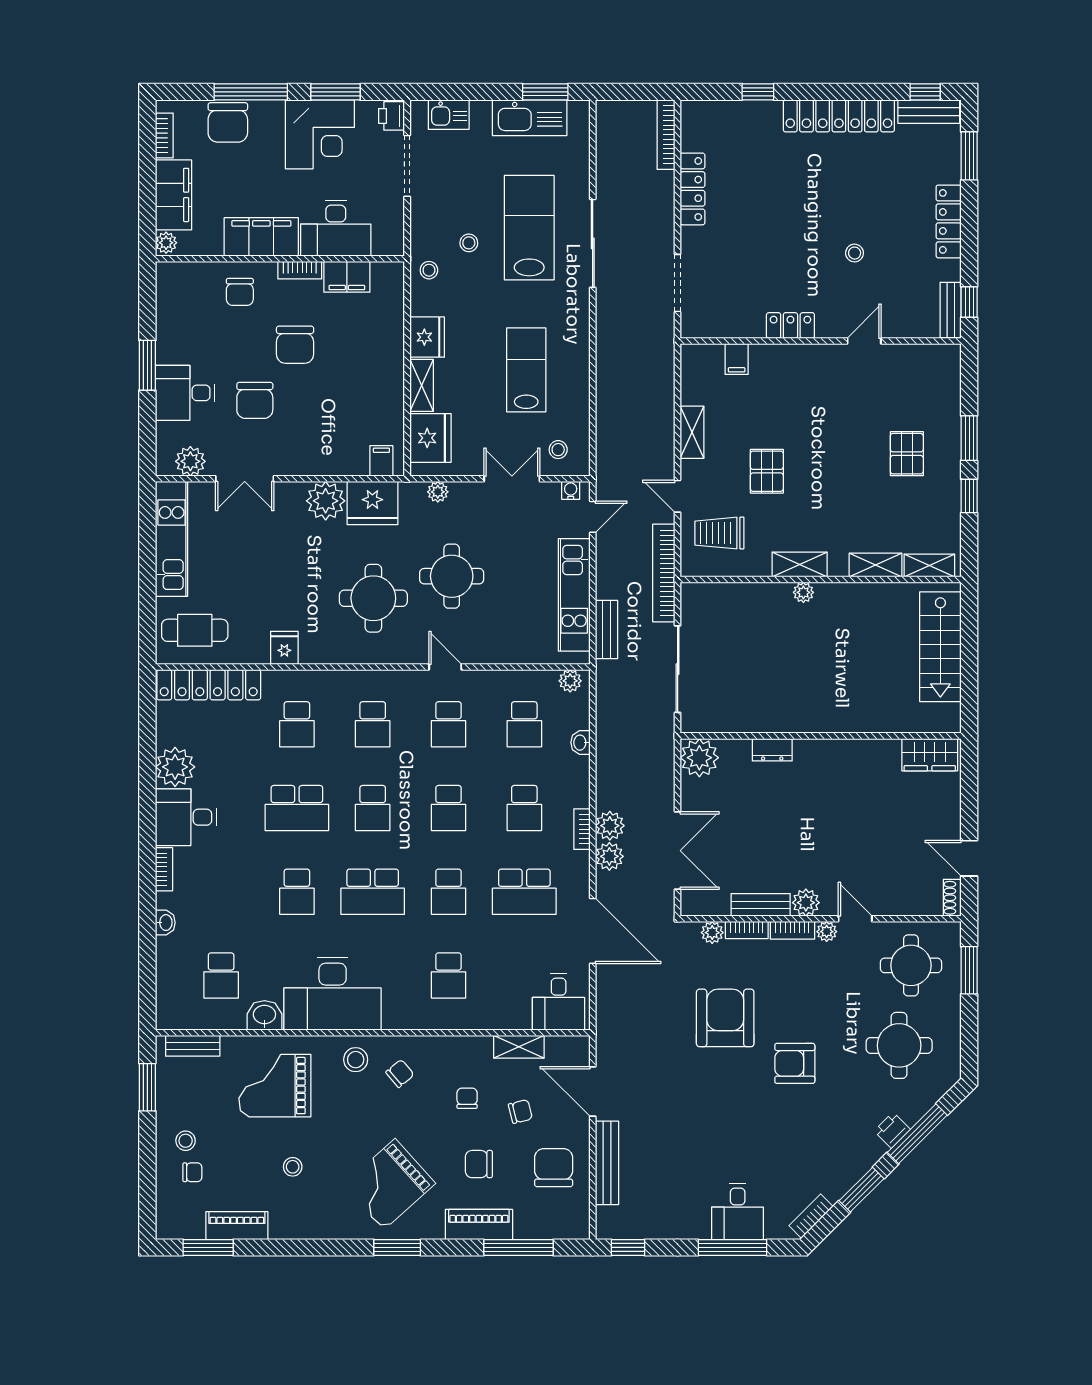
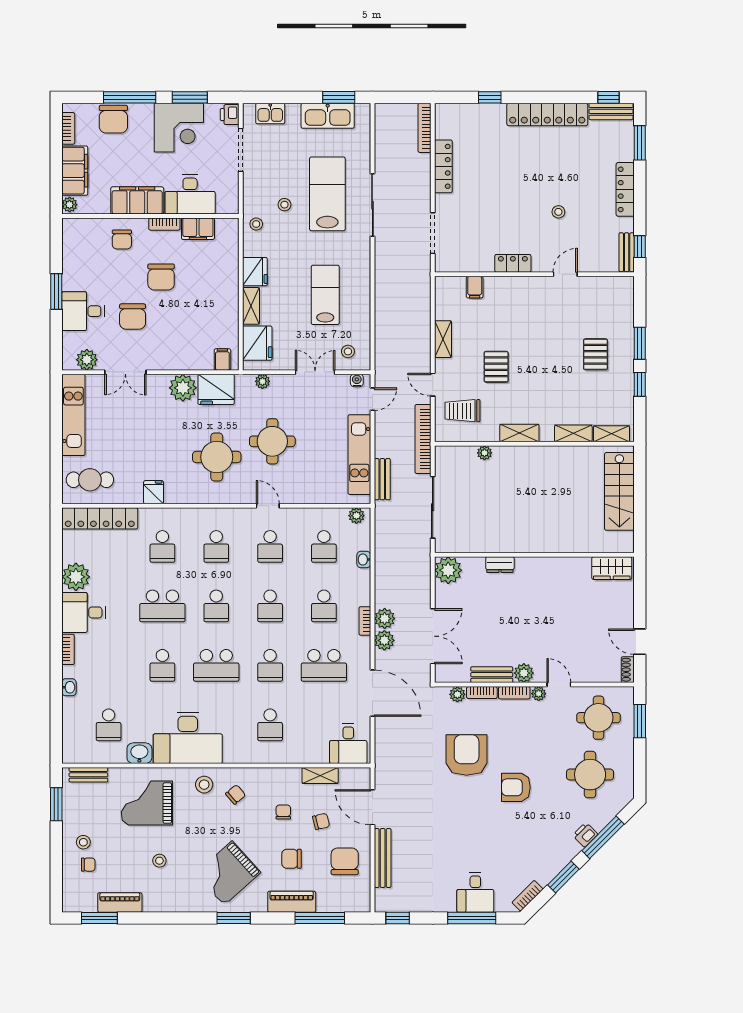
plant: (803, 592) -> (484, 453), moved

